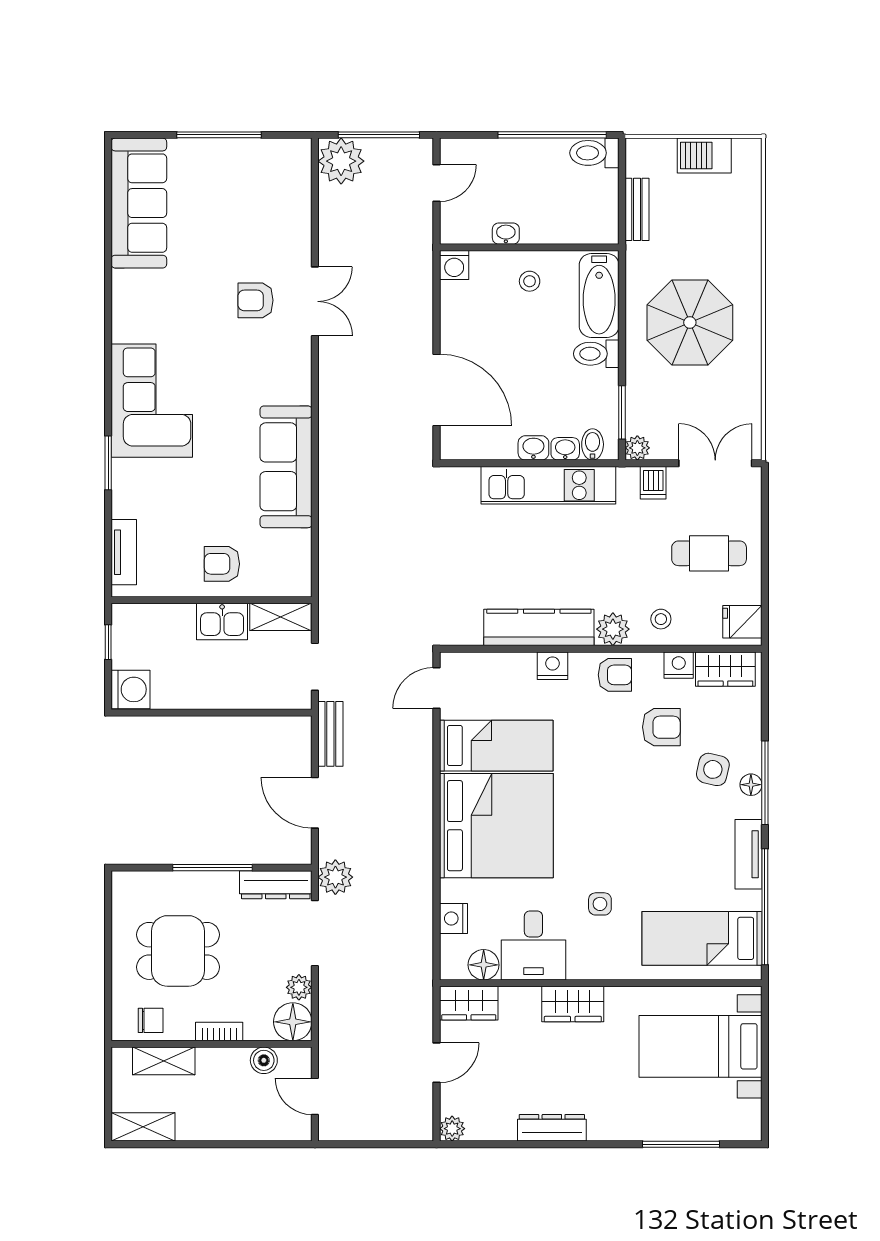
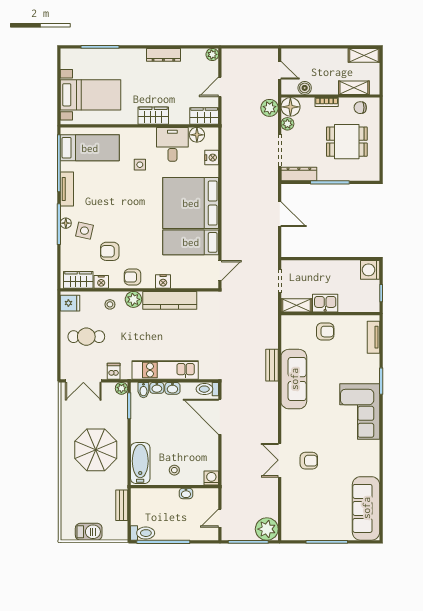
toilet: (596, 354) -> (207, 389), moved, turned 180
bench: (330, 734) -> (272, 365), moved
plant: (335, 877) -> (270, 108), moved

